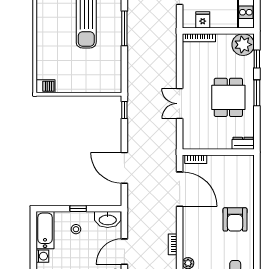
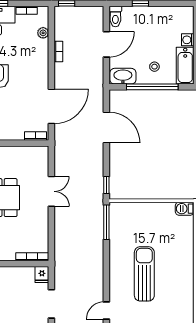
fridge: (203, 20) -> (42, 275), moved
window: (124, 28) -> (106, 222), moved
door: (180, 189) -> (51, 106), swing flipped
window: (78, 209) -> (152, 87), width x3.17

